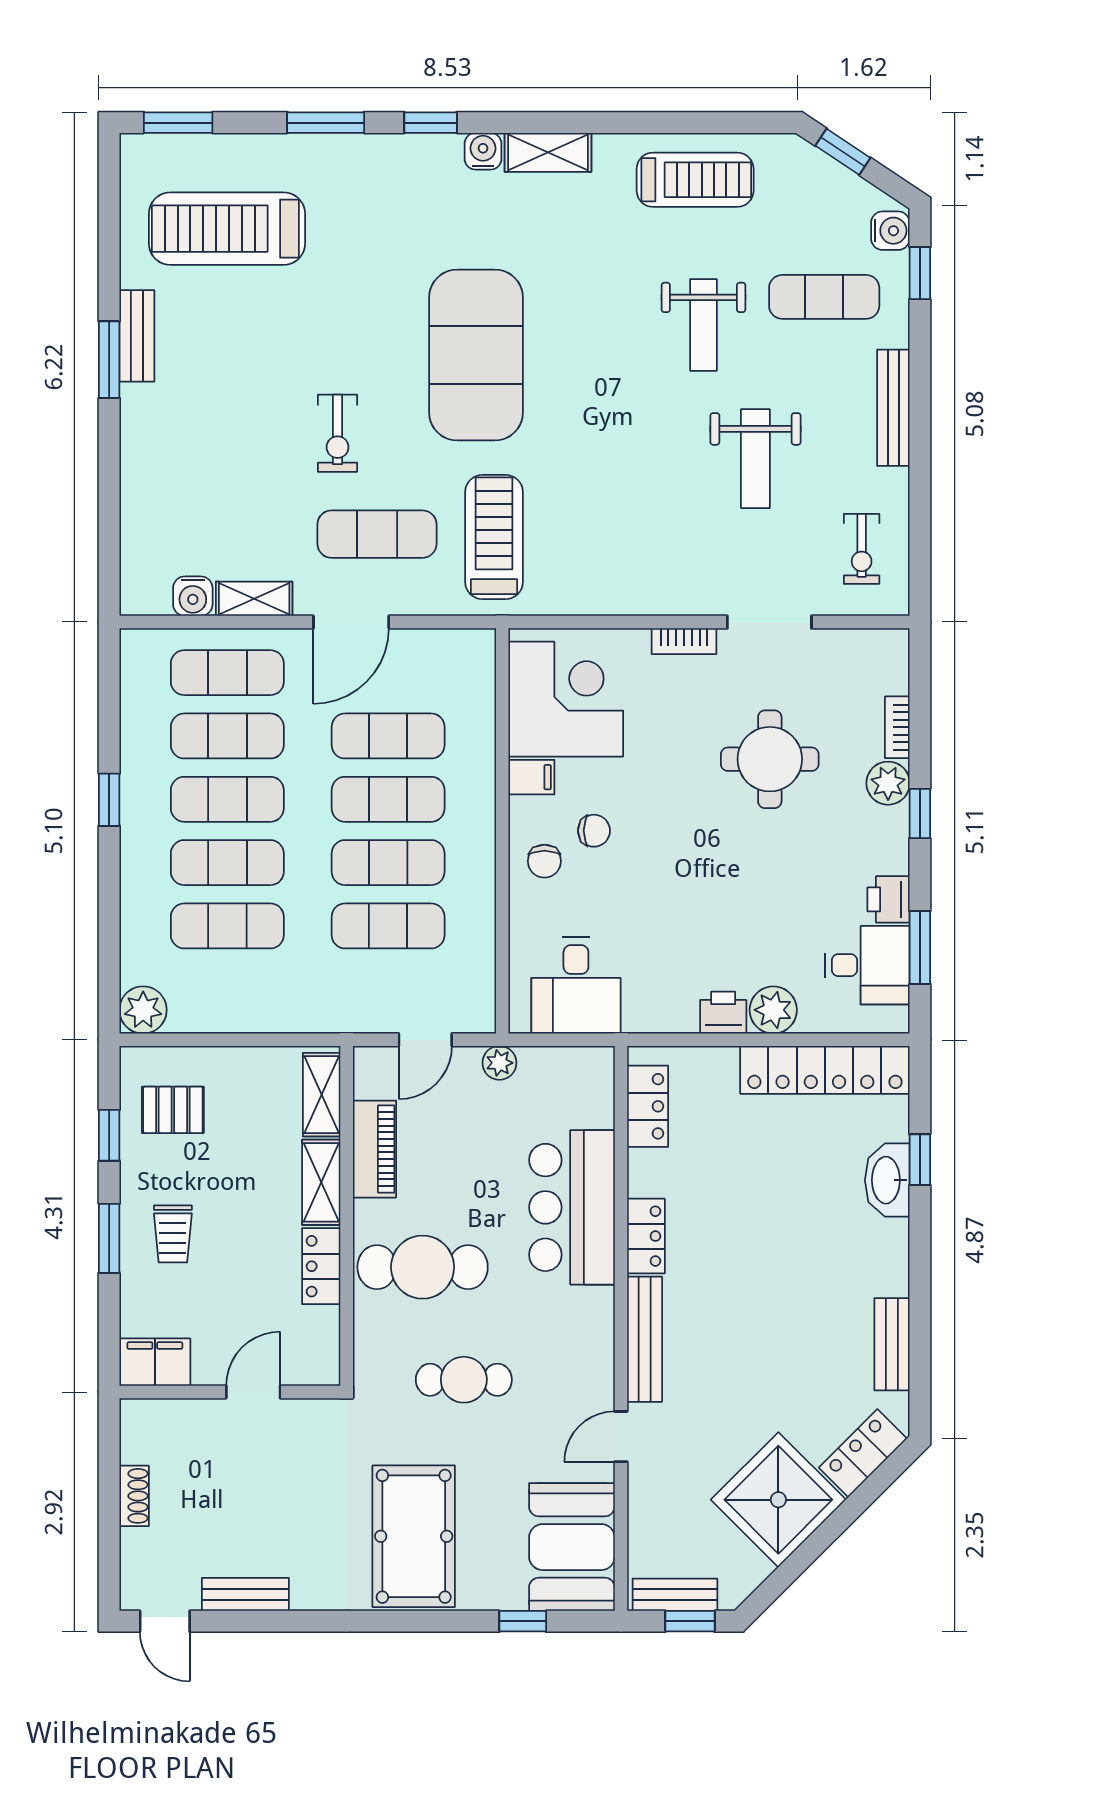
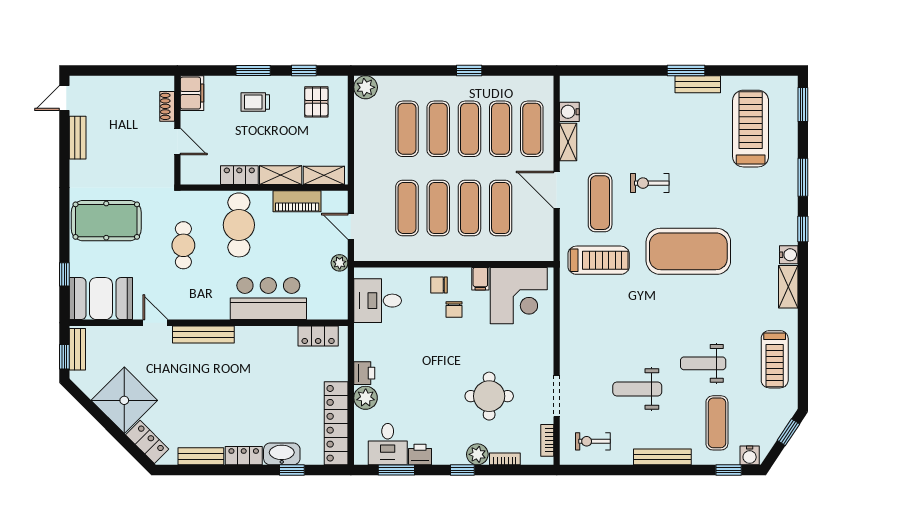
bookcase: (684, 641) -> (547, 440), moved
locker: (646, 1236) -> (244, 456), moved, turned 180
shoe rack: (134, 1496) -> (167, 106), moved, turned 90

